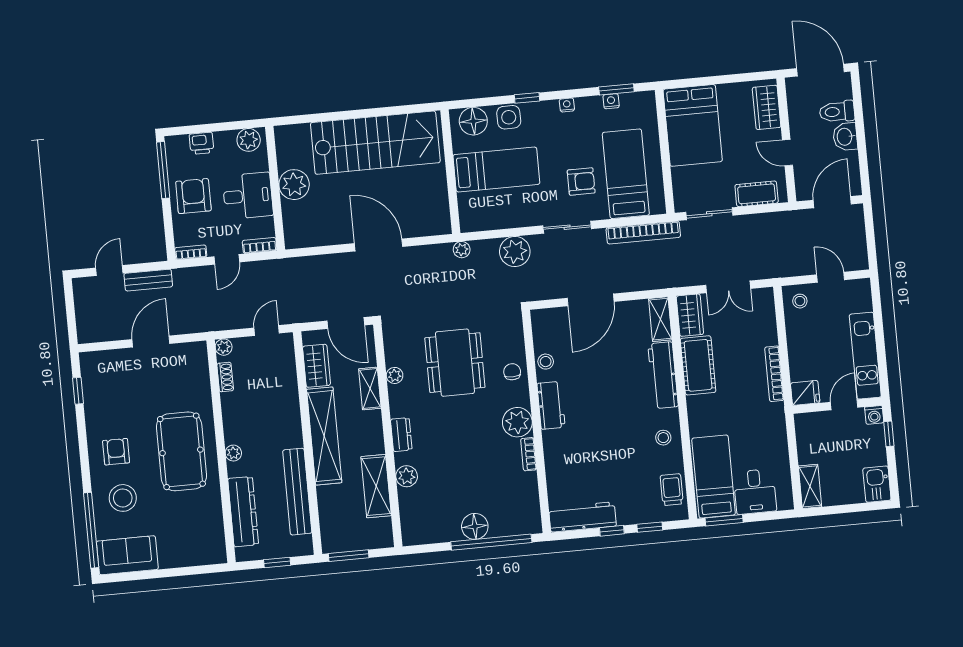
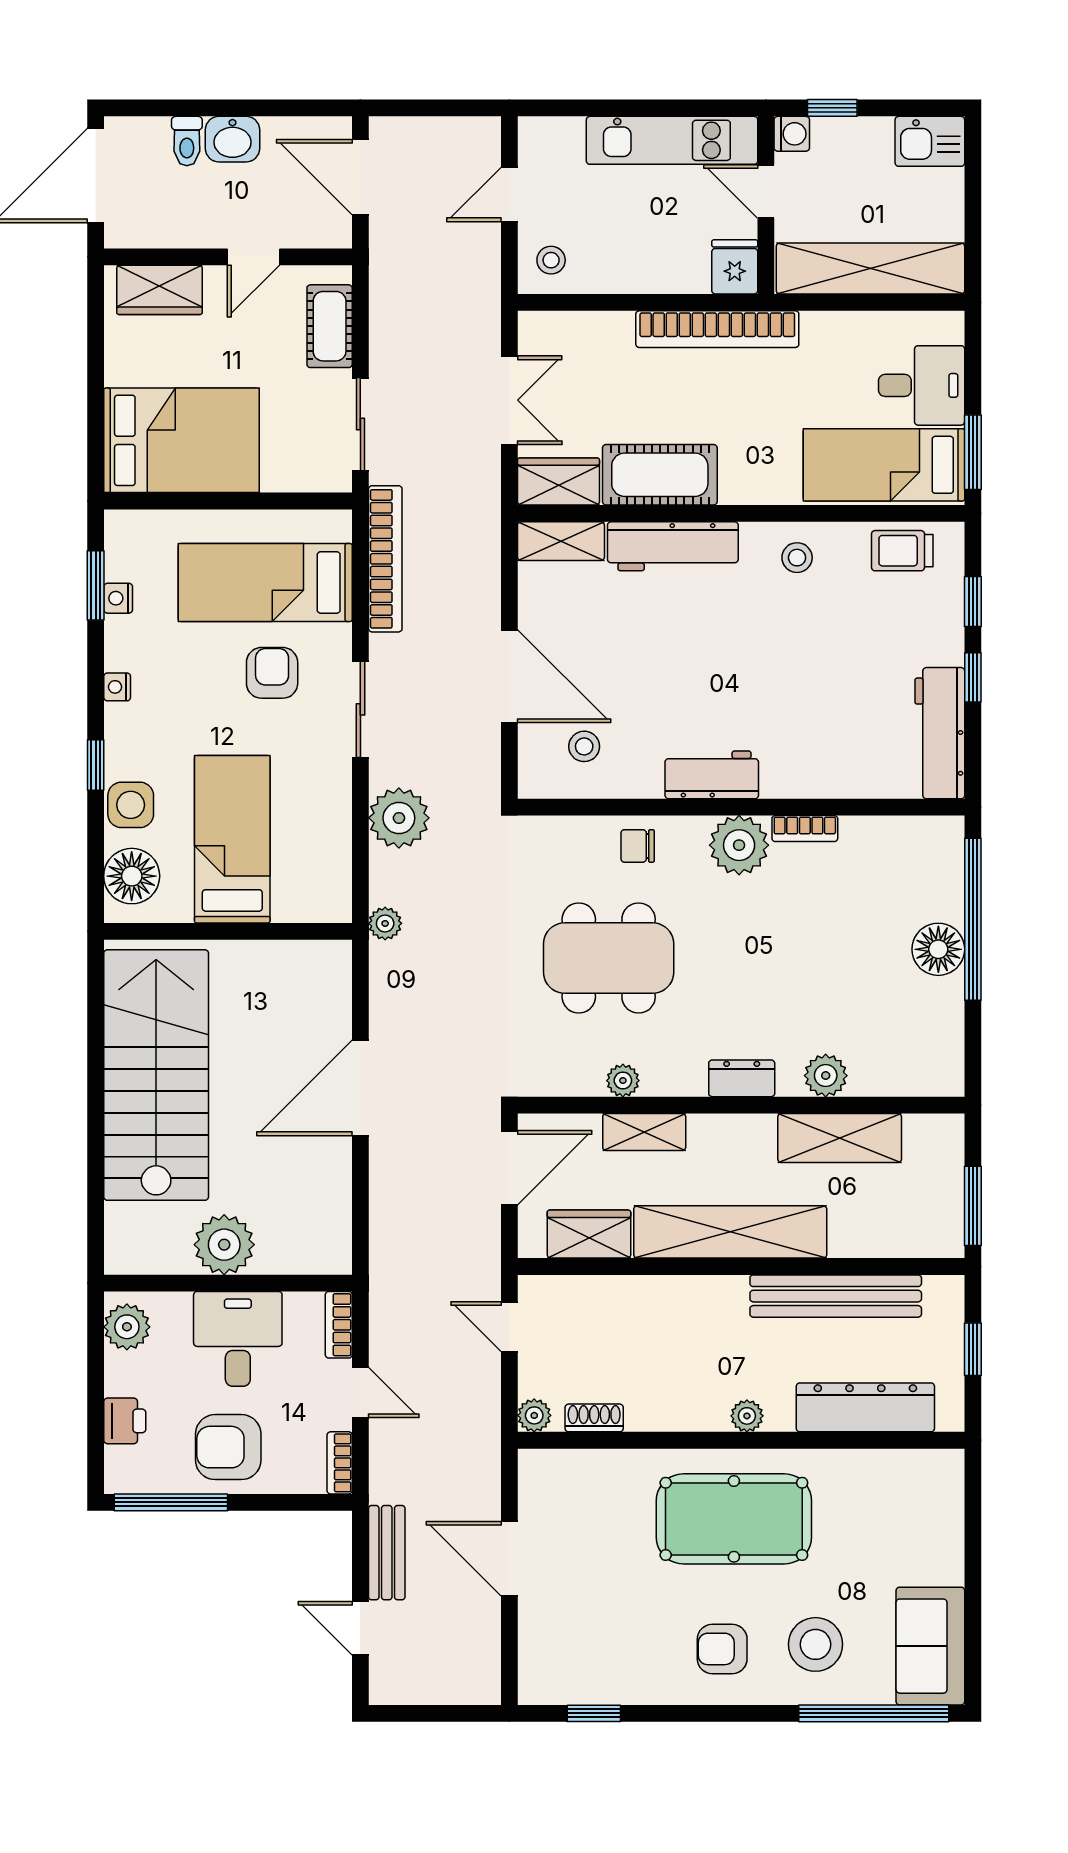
toilet: (837, 112) -> (187, 141), width x0.73, depth x0.72
stool: (546, 362) -> (584, 746), moved
bookcase: (774, 374) -> (717, 329), width x1.48, depth x1.31
shelving: (810, 486) -> (870, 268), width x2.20, depth x1.33

